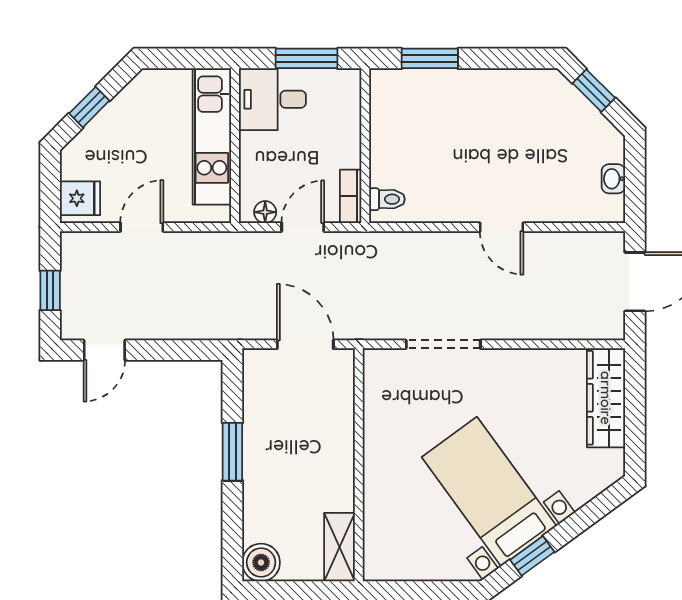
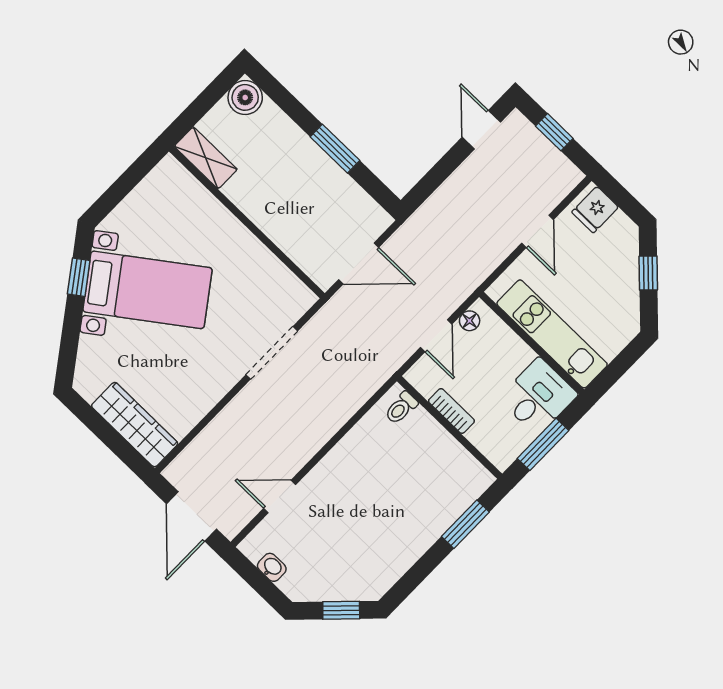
bookcase: (351, 196) -> (451, 411), moved
door: (502, 227) -> (280, 497), moved

